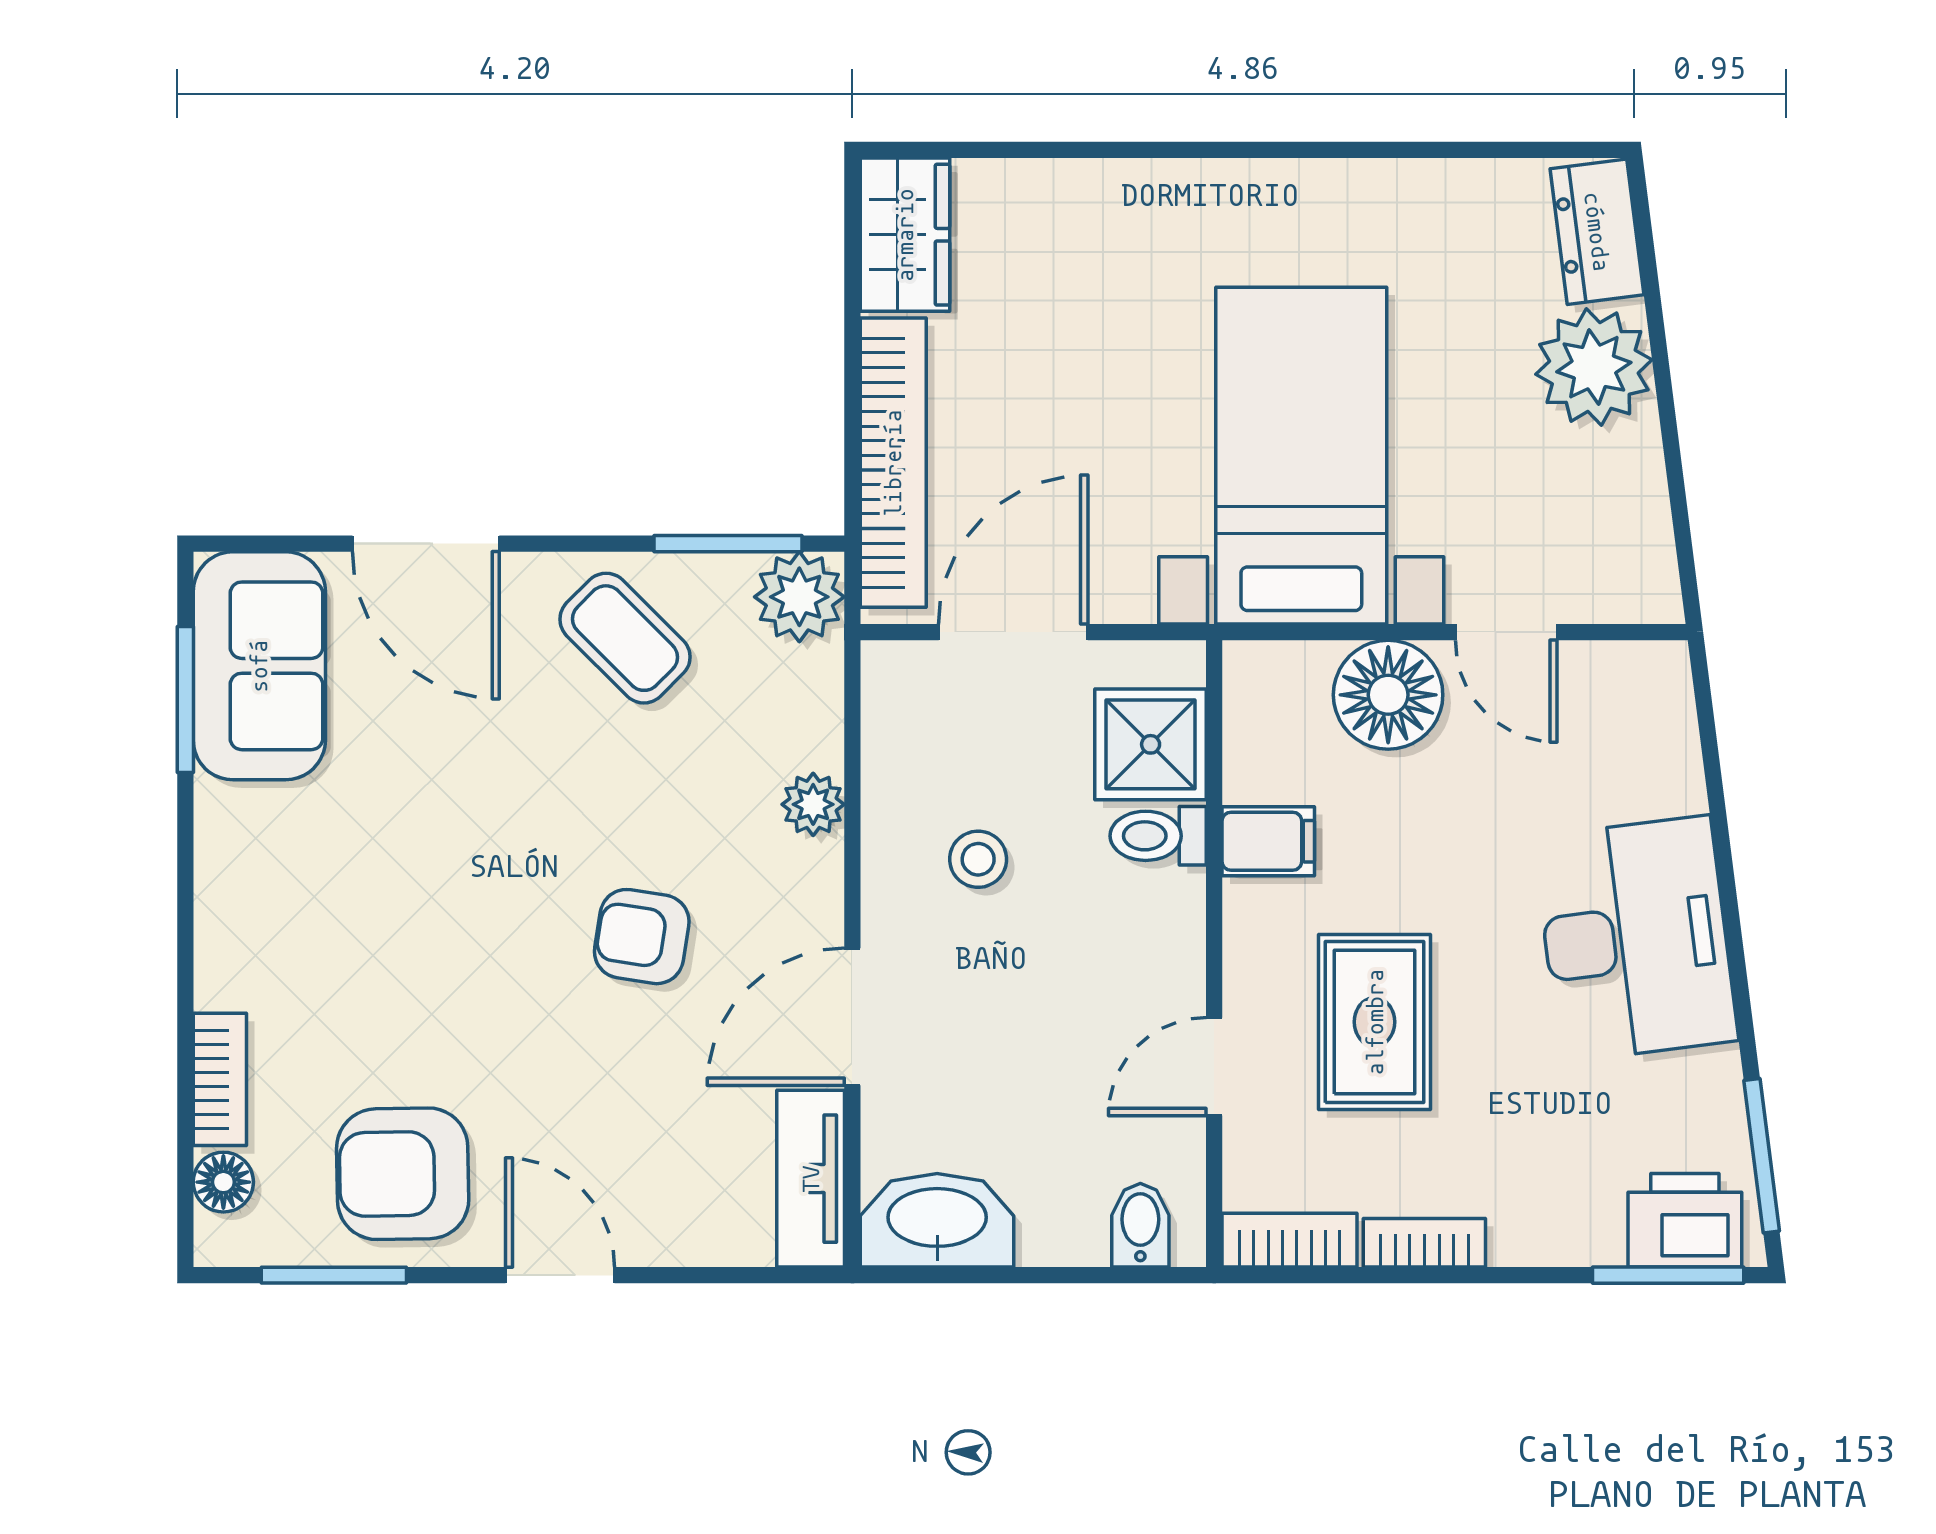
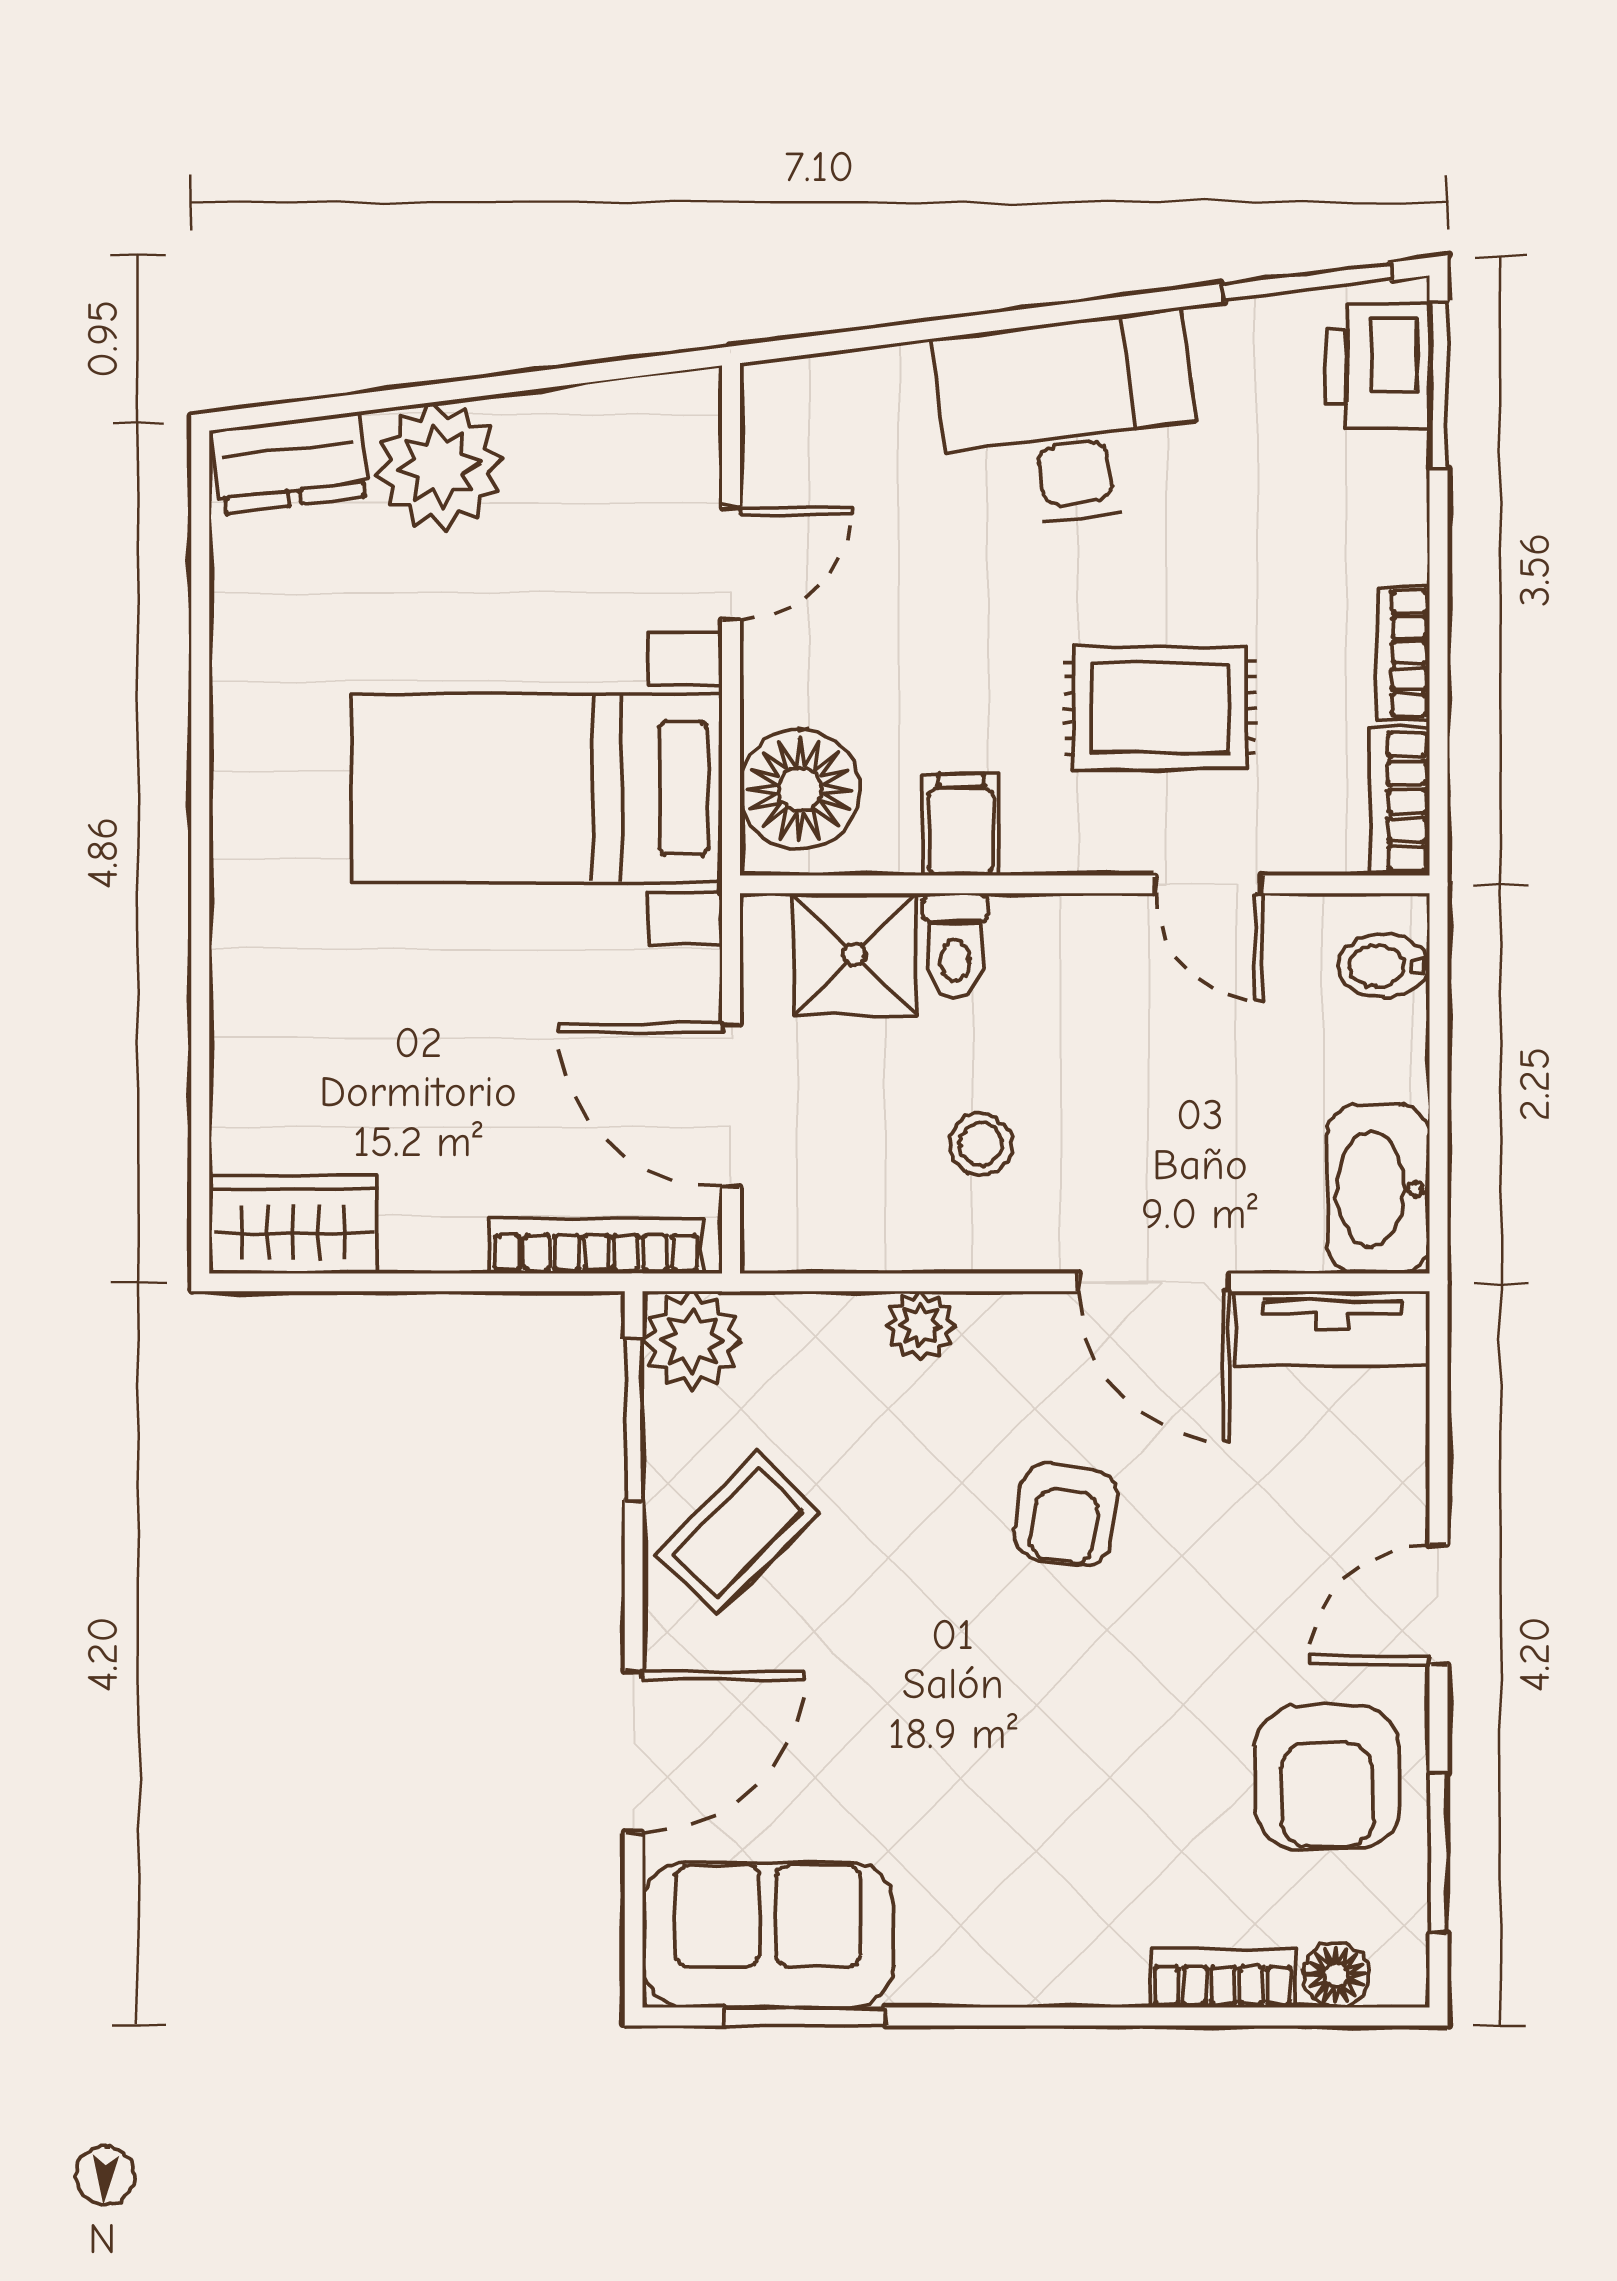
bookcase: (893, 463) -> (596, 1246), width x0.68, depth x0.76
floor lamp: (1388, 695) -> (800, 789), moved

